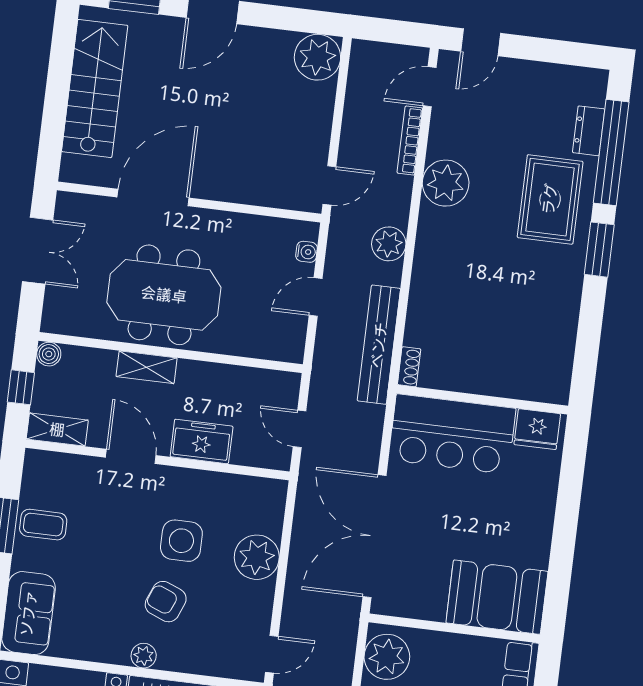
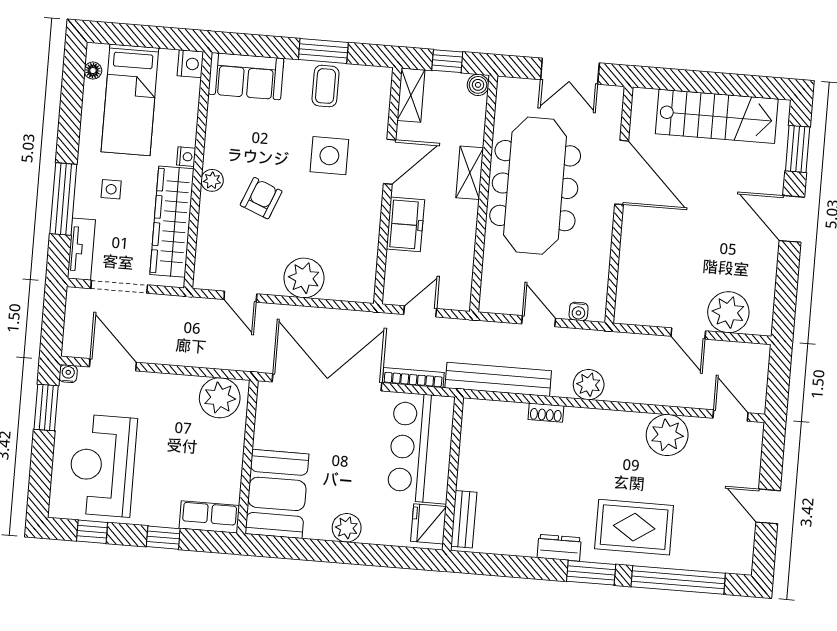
door: (481, 42) -> (768, 506), moved
plant: (317, 57) -> (728, 312), moved
dresser: (589, 131) -> (559, 548), moved
bookcase: (410, 141) -> (413, 378), moved
plant: (446, 183) -> (667, 435), moved
door: (329, 185) -> (688, 334), moved
meeting table: (164, 295) -> (535, 186), width x1.36
shoe rack: (409, 367) -> (546, 413), moved
bench: (534, 389) -> (464, 519), added
plant: (538, 521) -> (347, 528), added
side table: (181, 541) -> (329, 156), moved
door: (272, 654) -> (240, 297), moved

